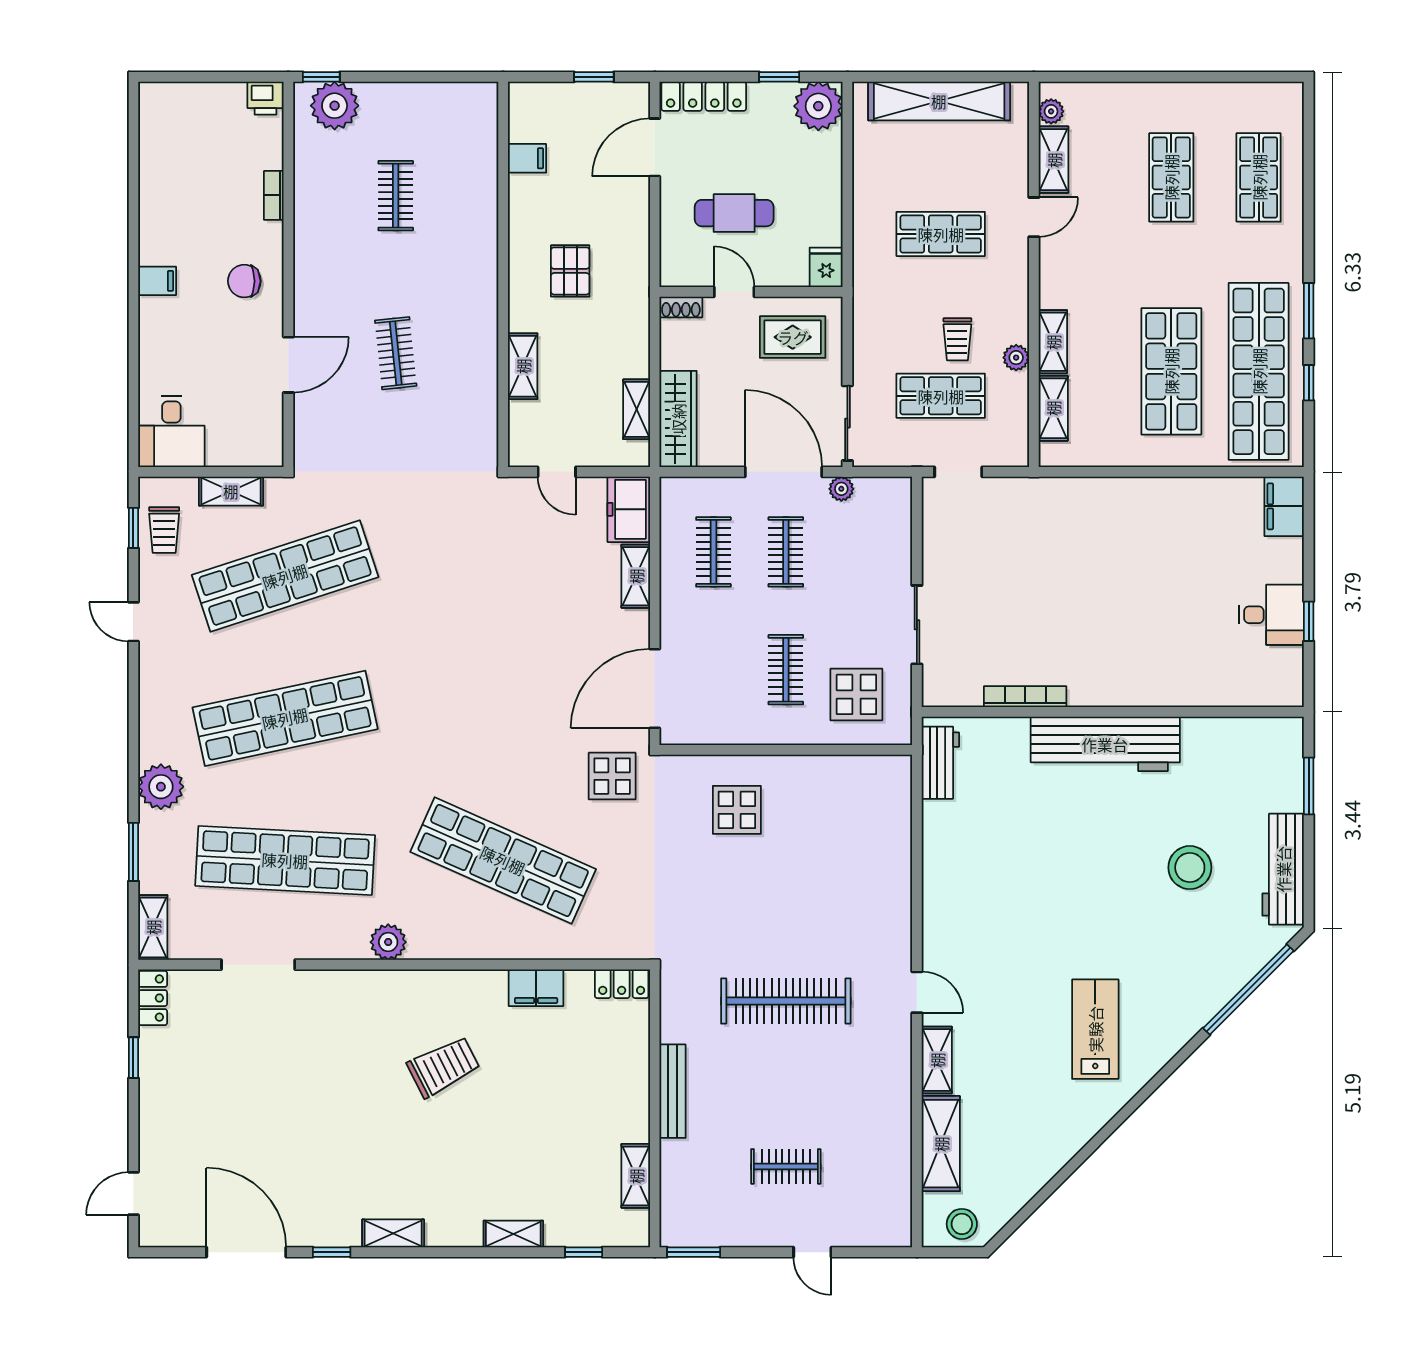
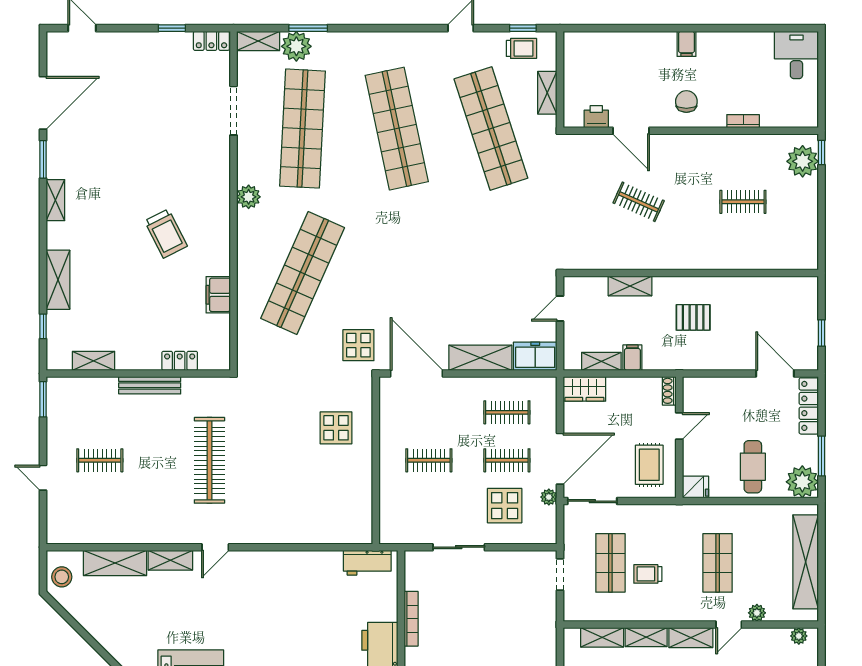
window: (779, 77) -> (822, 456), width x1.50
printer: (265, 98) -> (596, 117), moved, turned 90
filing cabinet: (527, 158) -> (632, 358), moved, turned 180
shelving: (1054, 160) -> (691, 638), moved
cafe table: (734, 213) -> (753, 467), moved
door: (1034, 217) -> (729, 625), hinge flipped
clothes rail: (396, 353) -> (639, 202), turned 30
plant: (1016, 358) -> (757, 613), moved
wardrobe: (678, 419) -> (584, 389), width x0.67
desk: (171, 431) -> (796, 55), moved, turned 90
trolley: (164, 530) -> (521, 48), turned 180
shelving: (636, 576) -> (480, 358), width x1.50, depth x1.33
display table: (856, 694) -> (505, 506), moved
plant: (161, 787) -> (296, 46), moved
locker: (622, 984) -> (180, 361), moved, turned 90
clothes rail: (786, 1166) -> (100, 460), turned 90
shelving: (513, 1234) -> (58, 280), width x1.50, depth x1.33
window: (332, 1252) -> (43, 159), width x1.50
door: (812, 1252) -> (43, 478), hinge flipped

